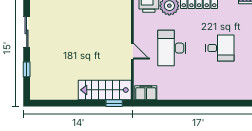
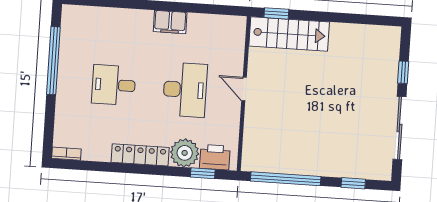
sliding door: (27, 32) -> (399, 128), width x1.37
filing cabinet: (146, 93) -> (170, 22), moved

